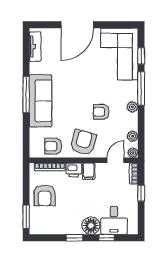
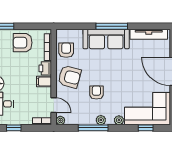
tv unit: (35, 47) -> (149, 34), width x1.41
window: (141, 89) -> (93, 128), moved
plant: (132, 136) -> (119, 120), moved
window: (141, 193) -> (14, 128), moved

